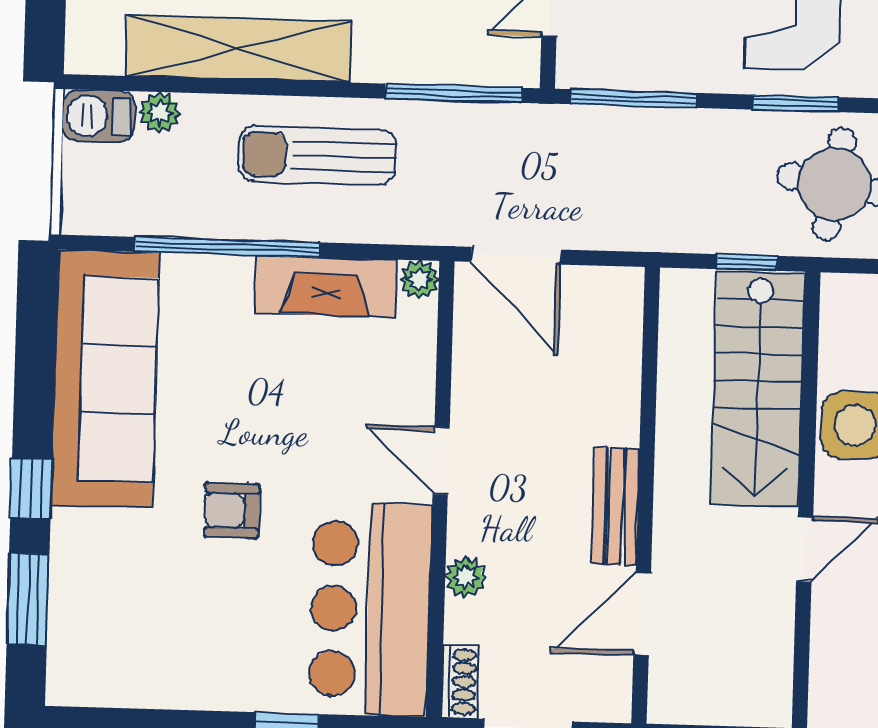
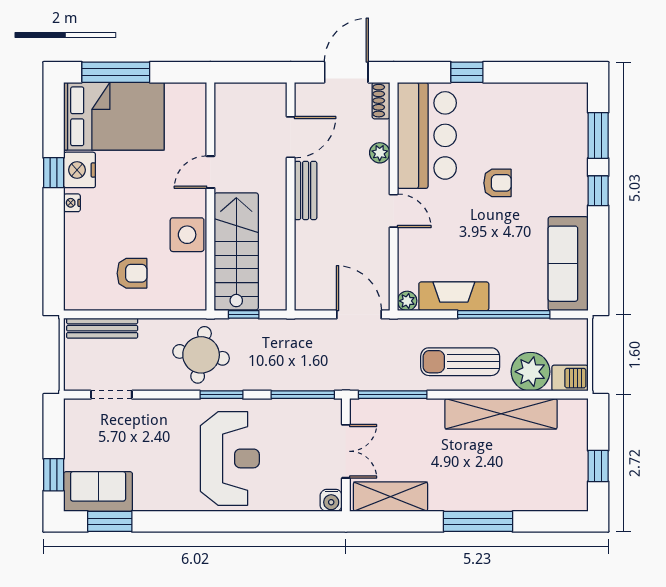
plant: (160, 113) -> (530, 372), width x1.87, depth x1.87
sun lounger: (317, 155) -> (460, 362), turned 180
sofa: (105, 379) -> (568, 264), width x0.74, depth x0.79

